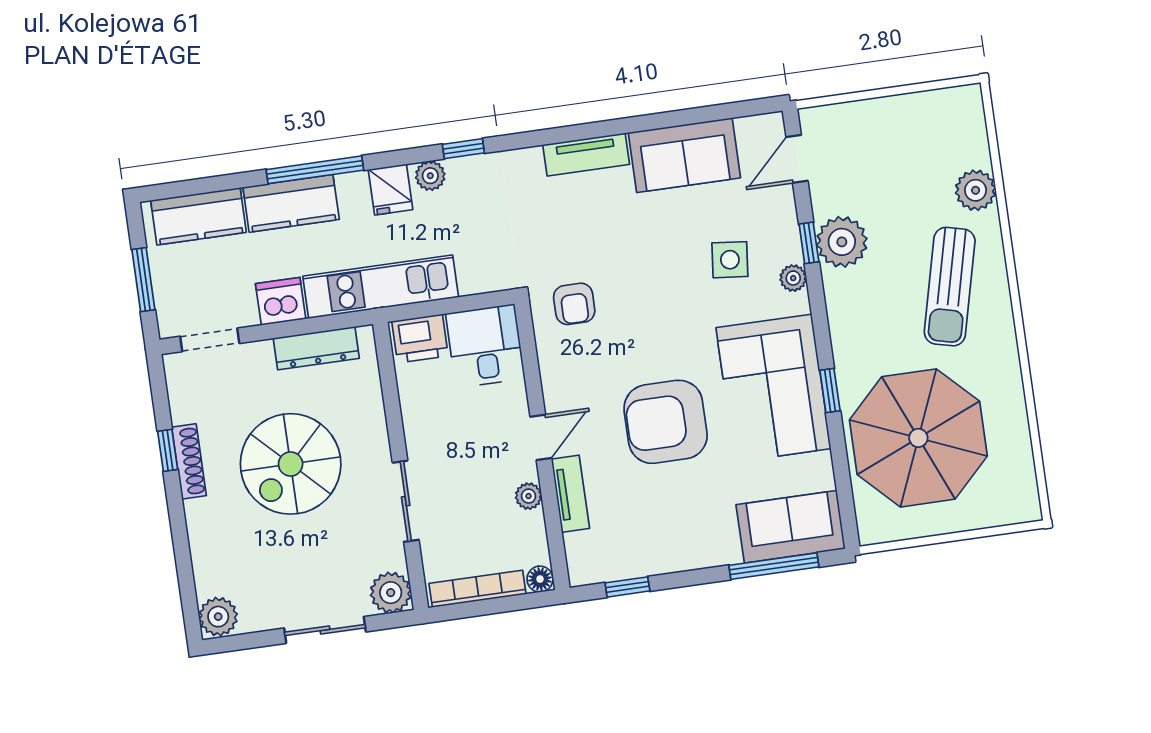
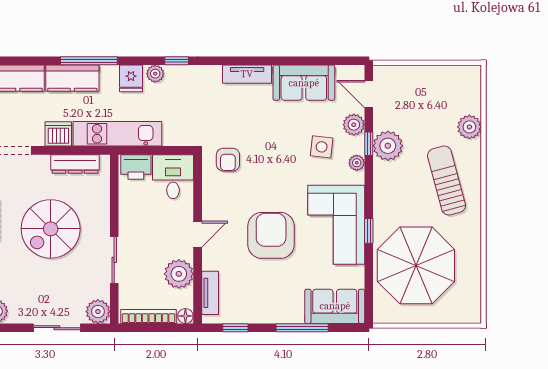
door: (797, 159) -> (369, 94), hinge flipped
plant: (779, 214) -> (354, 125), added
sun lounger: (950, 287) -> (447, 181), turned 151
armchair: (666, 422) -> (271, 235), turned 90
tv unit: (570, 494) -> (210, 293), moved
plant: (529, 496) -> (179, 274), width x1.88, depth x1.88
window: (774, 566) -> (302, 328), moved

